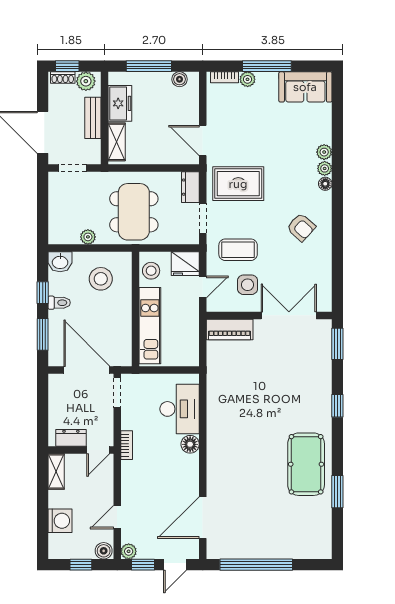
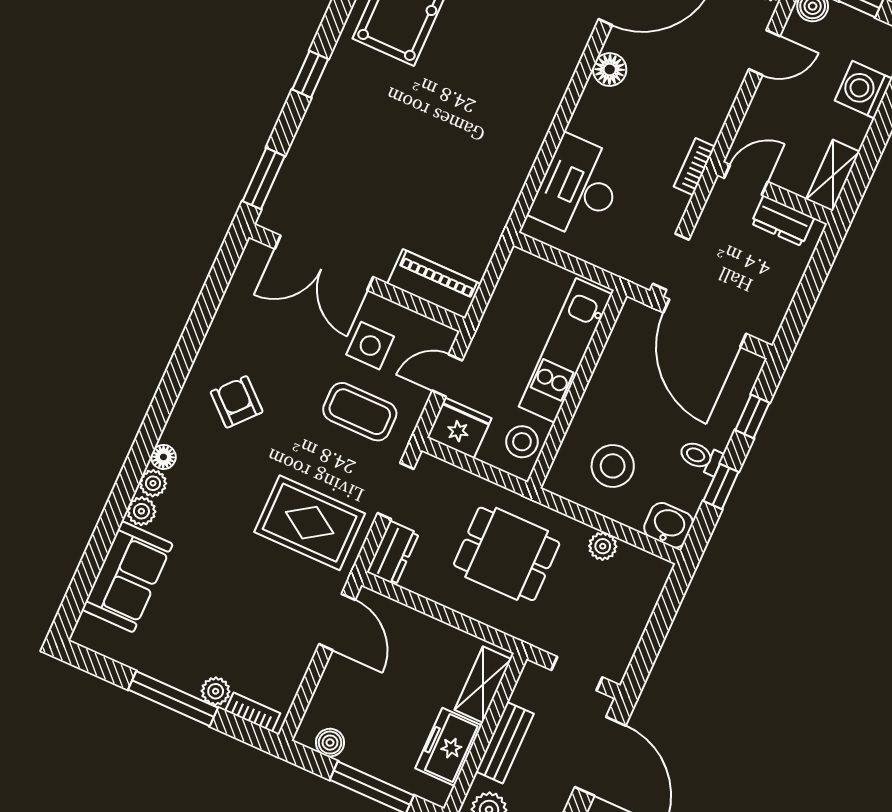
sofa: (305, 87) -> (127, 577), moved, turned 90
dining table: (134, 212) -> (507, 554), width x0.73
window: (43, 334) -> (752, 416), width x0.67
floor lamp: (190, 444) -> (610, 70), moved

